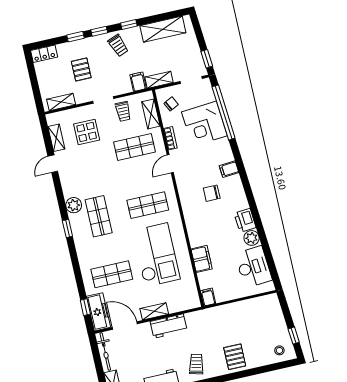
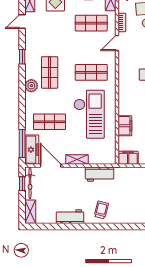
plant: (74, 205) -> (31, 86), moved
window: (67, 228) -> (22, 57), moved
filing cabinet: (208, 297) -> (128, 158), width x2.00
window: (85, 307) -> (22, 143), width x2.17
workbench: (169, 326) -> (100, 174), moved
window: (96, 354) -> (22, 184), added
pallet: (235, 357) -> (134, 211), removed

